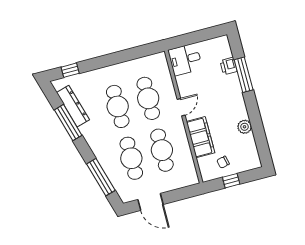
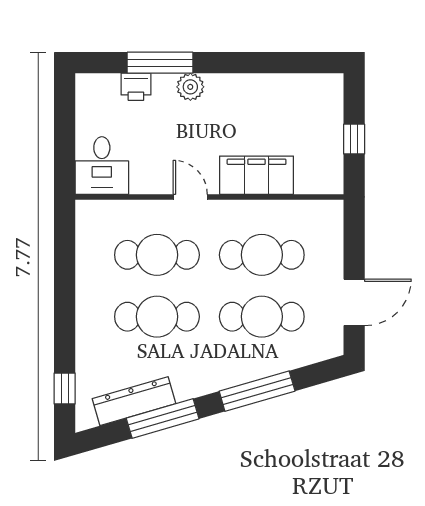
plant: (245, 127) -> (190, 87), moved
chair: (223, 162) -> (315, 145), removed
window: (101, 177) -> (257, 391), moved

